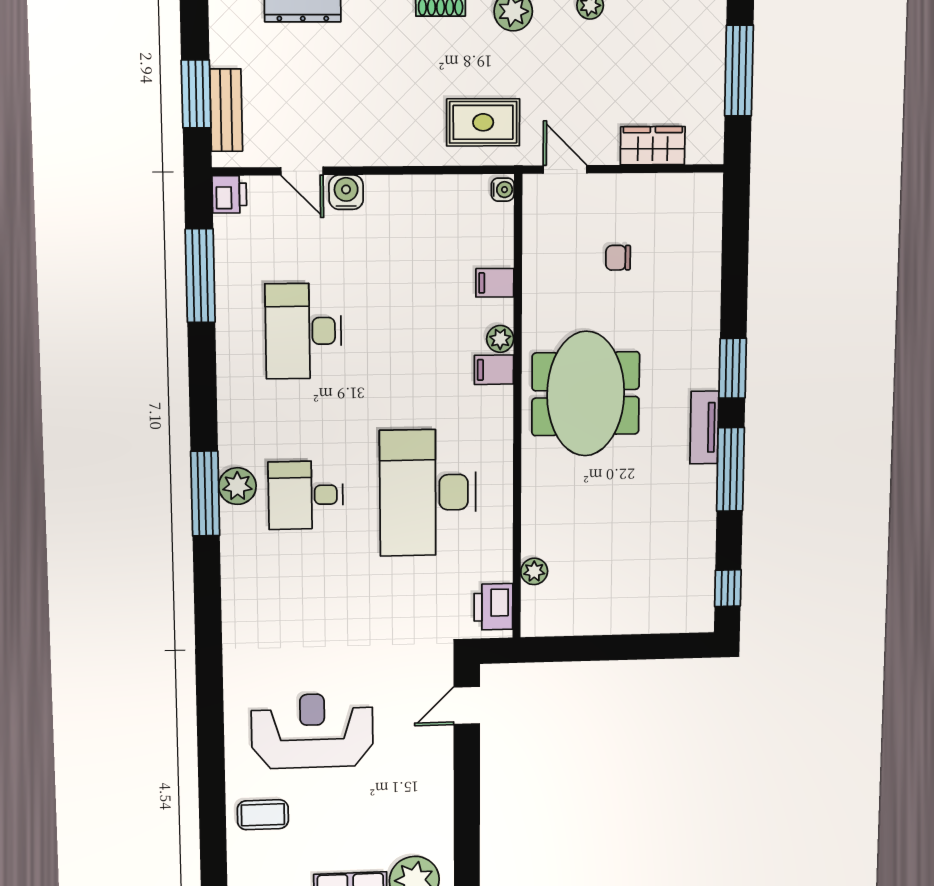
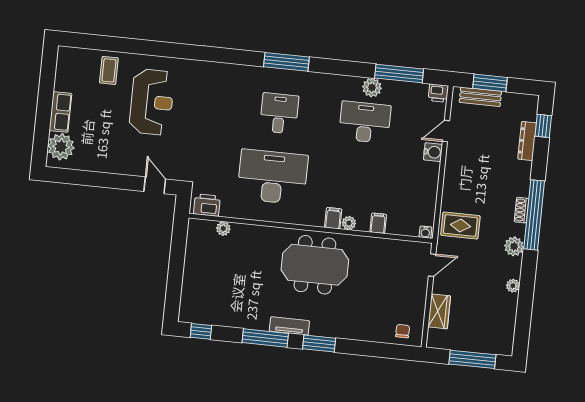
rug: (483, 122) -> (460, 226), turned 90
chair: (618, 258) -> (403, 331), moved
plant: (237, 486) -> (372, 87), moved

